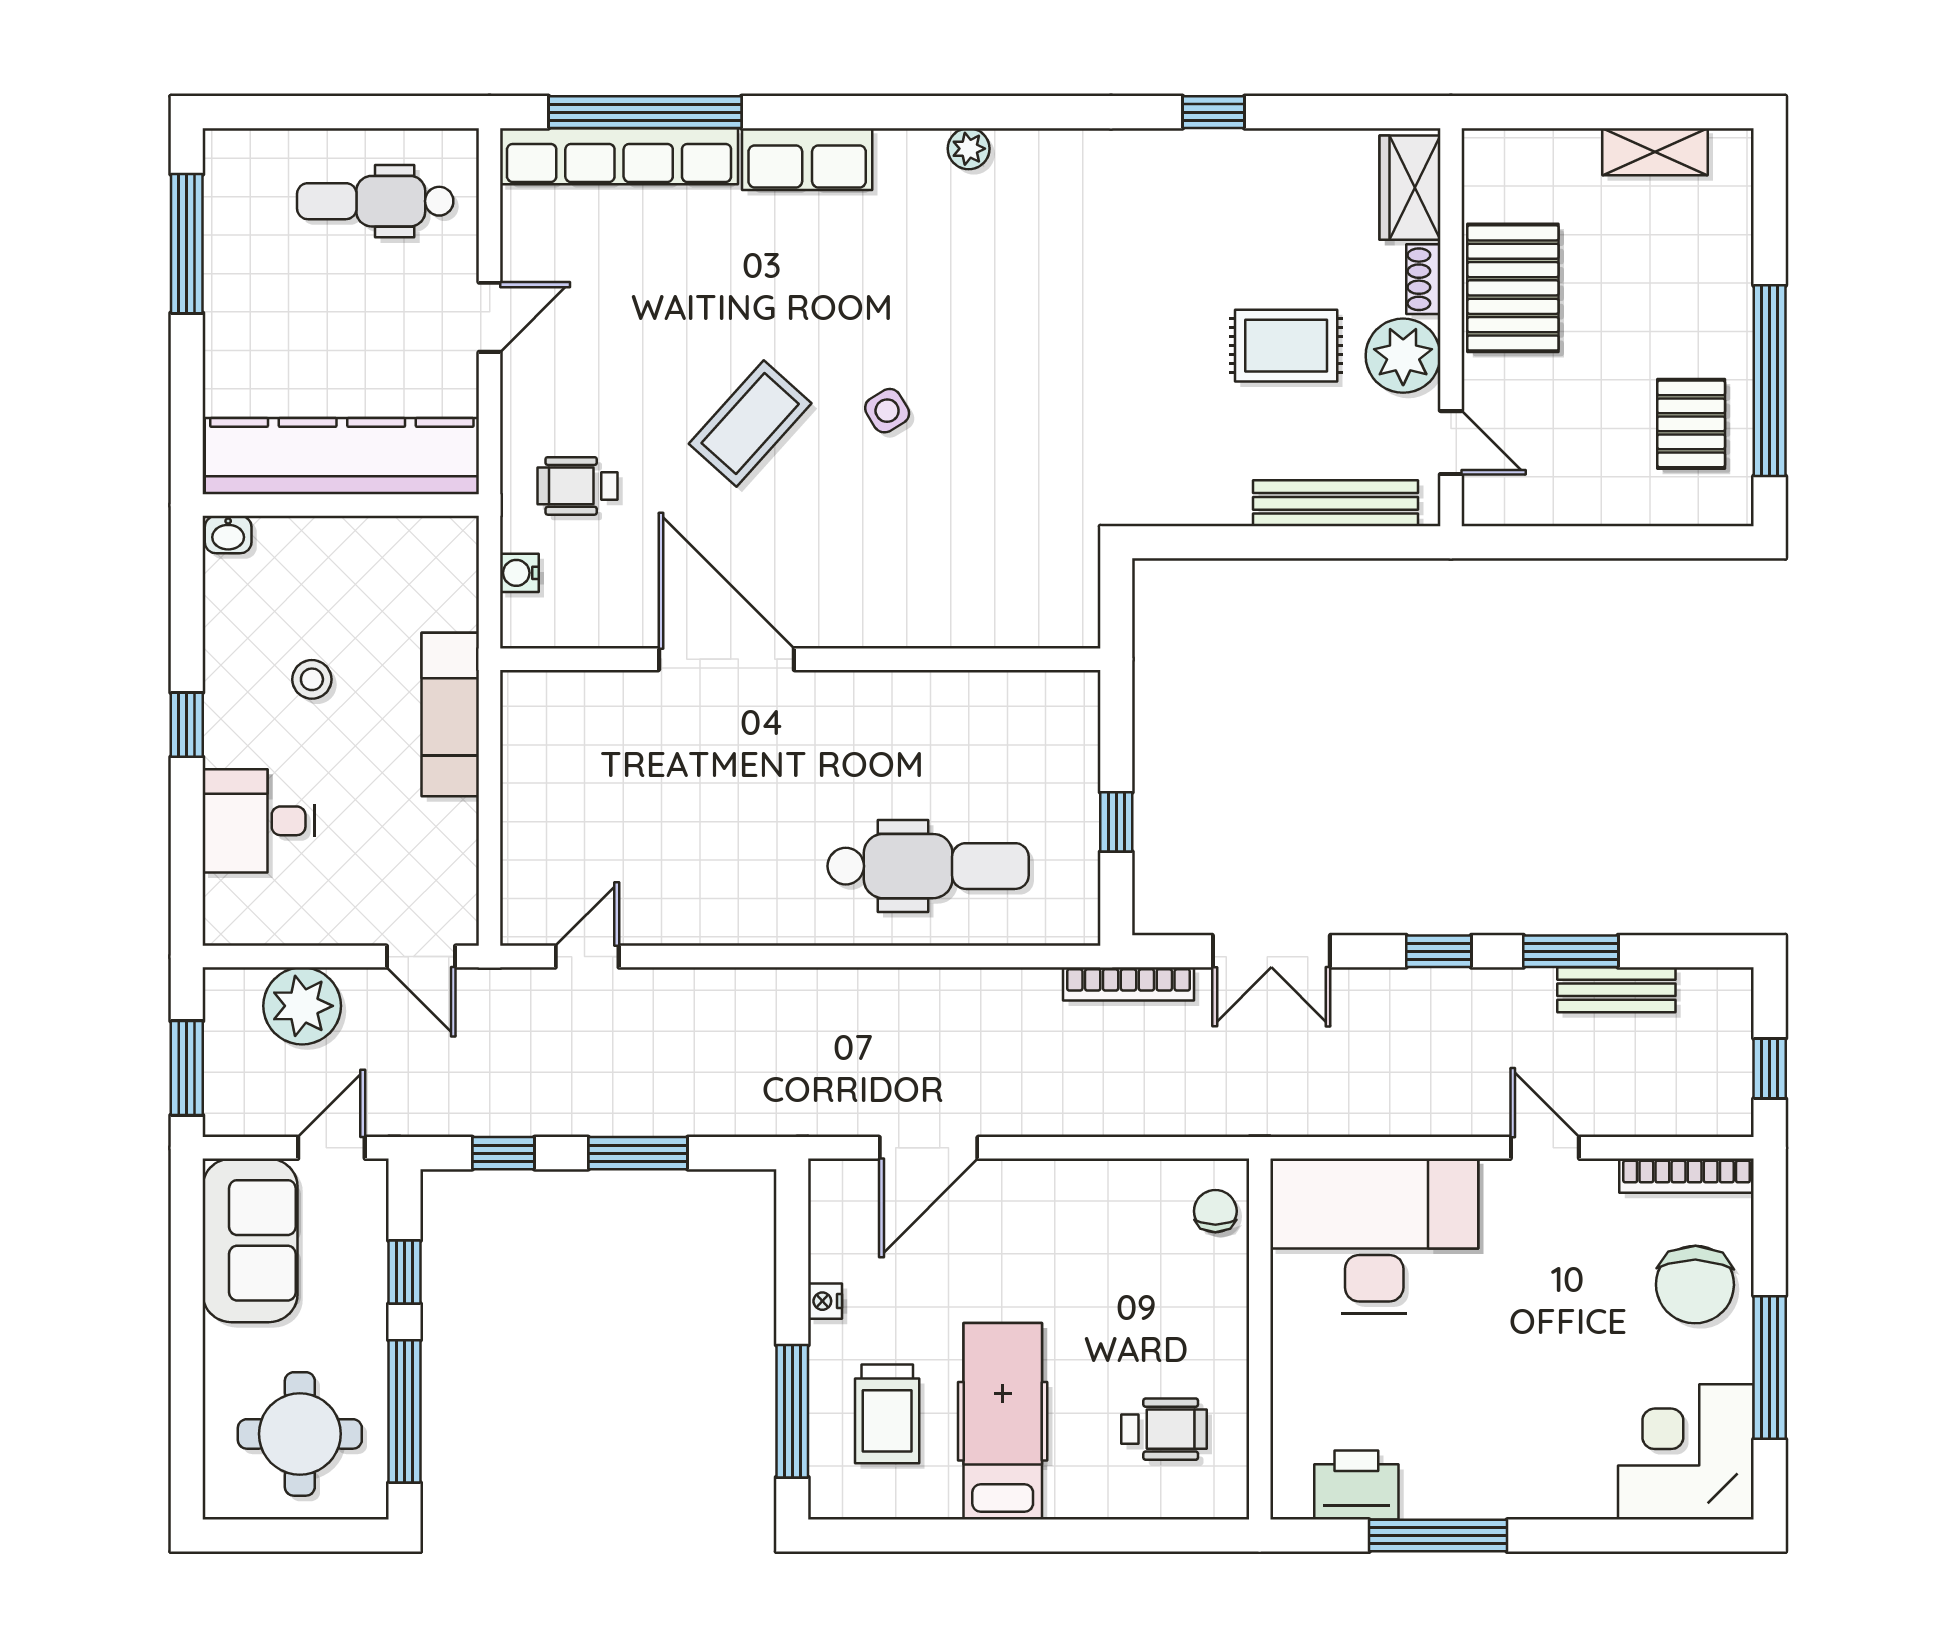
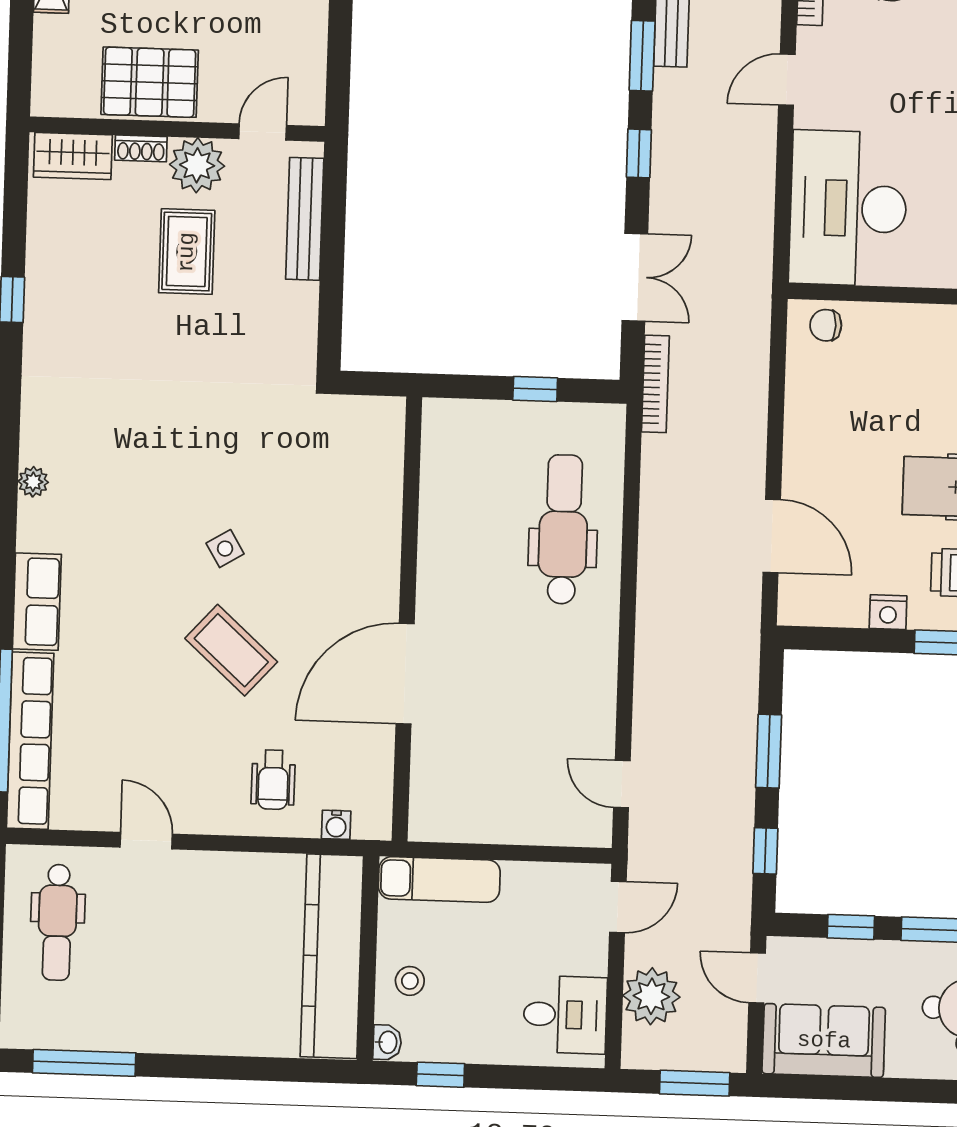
kitchen counter: (342, 456) -> (332, 956), moved
wall: (341, 505) -> (368, 958), moved
washbasin: (228, 535) -> (387, 1042), moved
desk: (258, 821) -> (565, 1015), moved, turned -90
nightstand: (825, 1301) -> (888, 612), width x1.39, depth x1.35

